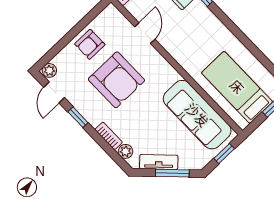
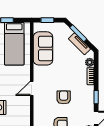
door: (145, 33) -> (32, 88), moved
armchair: (116, 80) -> (64, 97), width x0.53, depth x0.53
sofa: (197, 115) -> (43, 48), width x0.73

